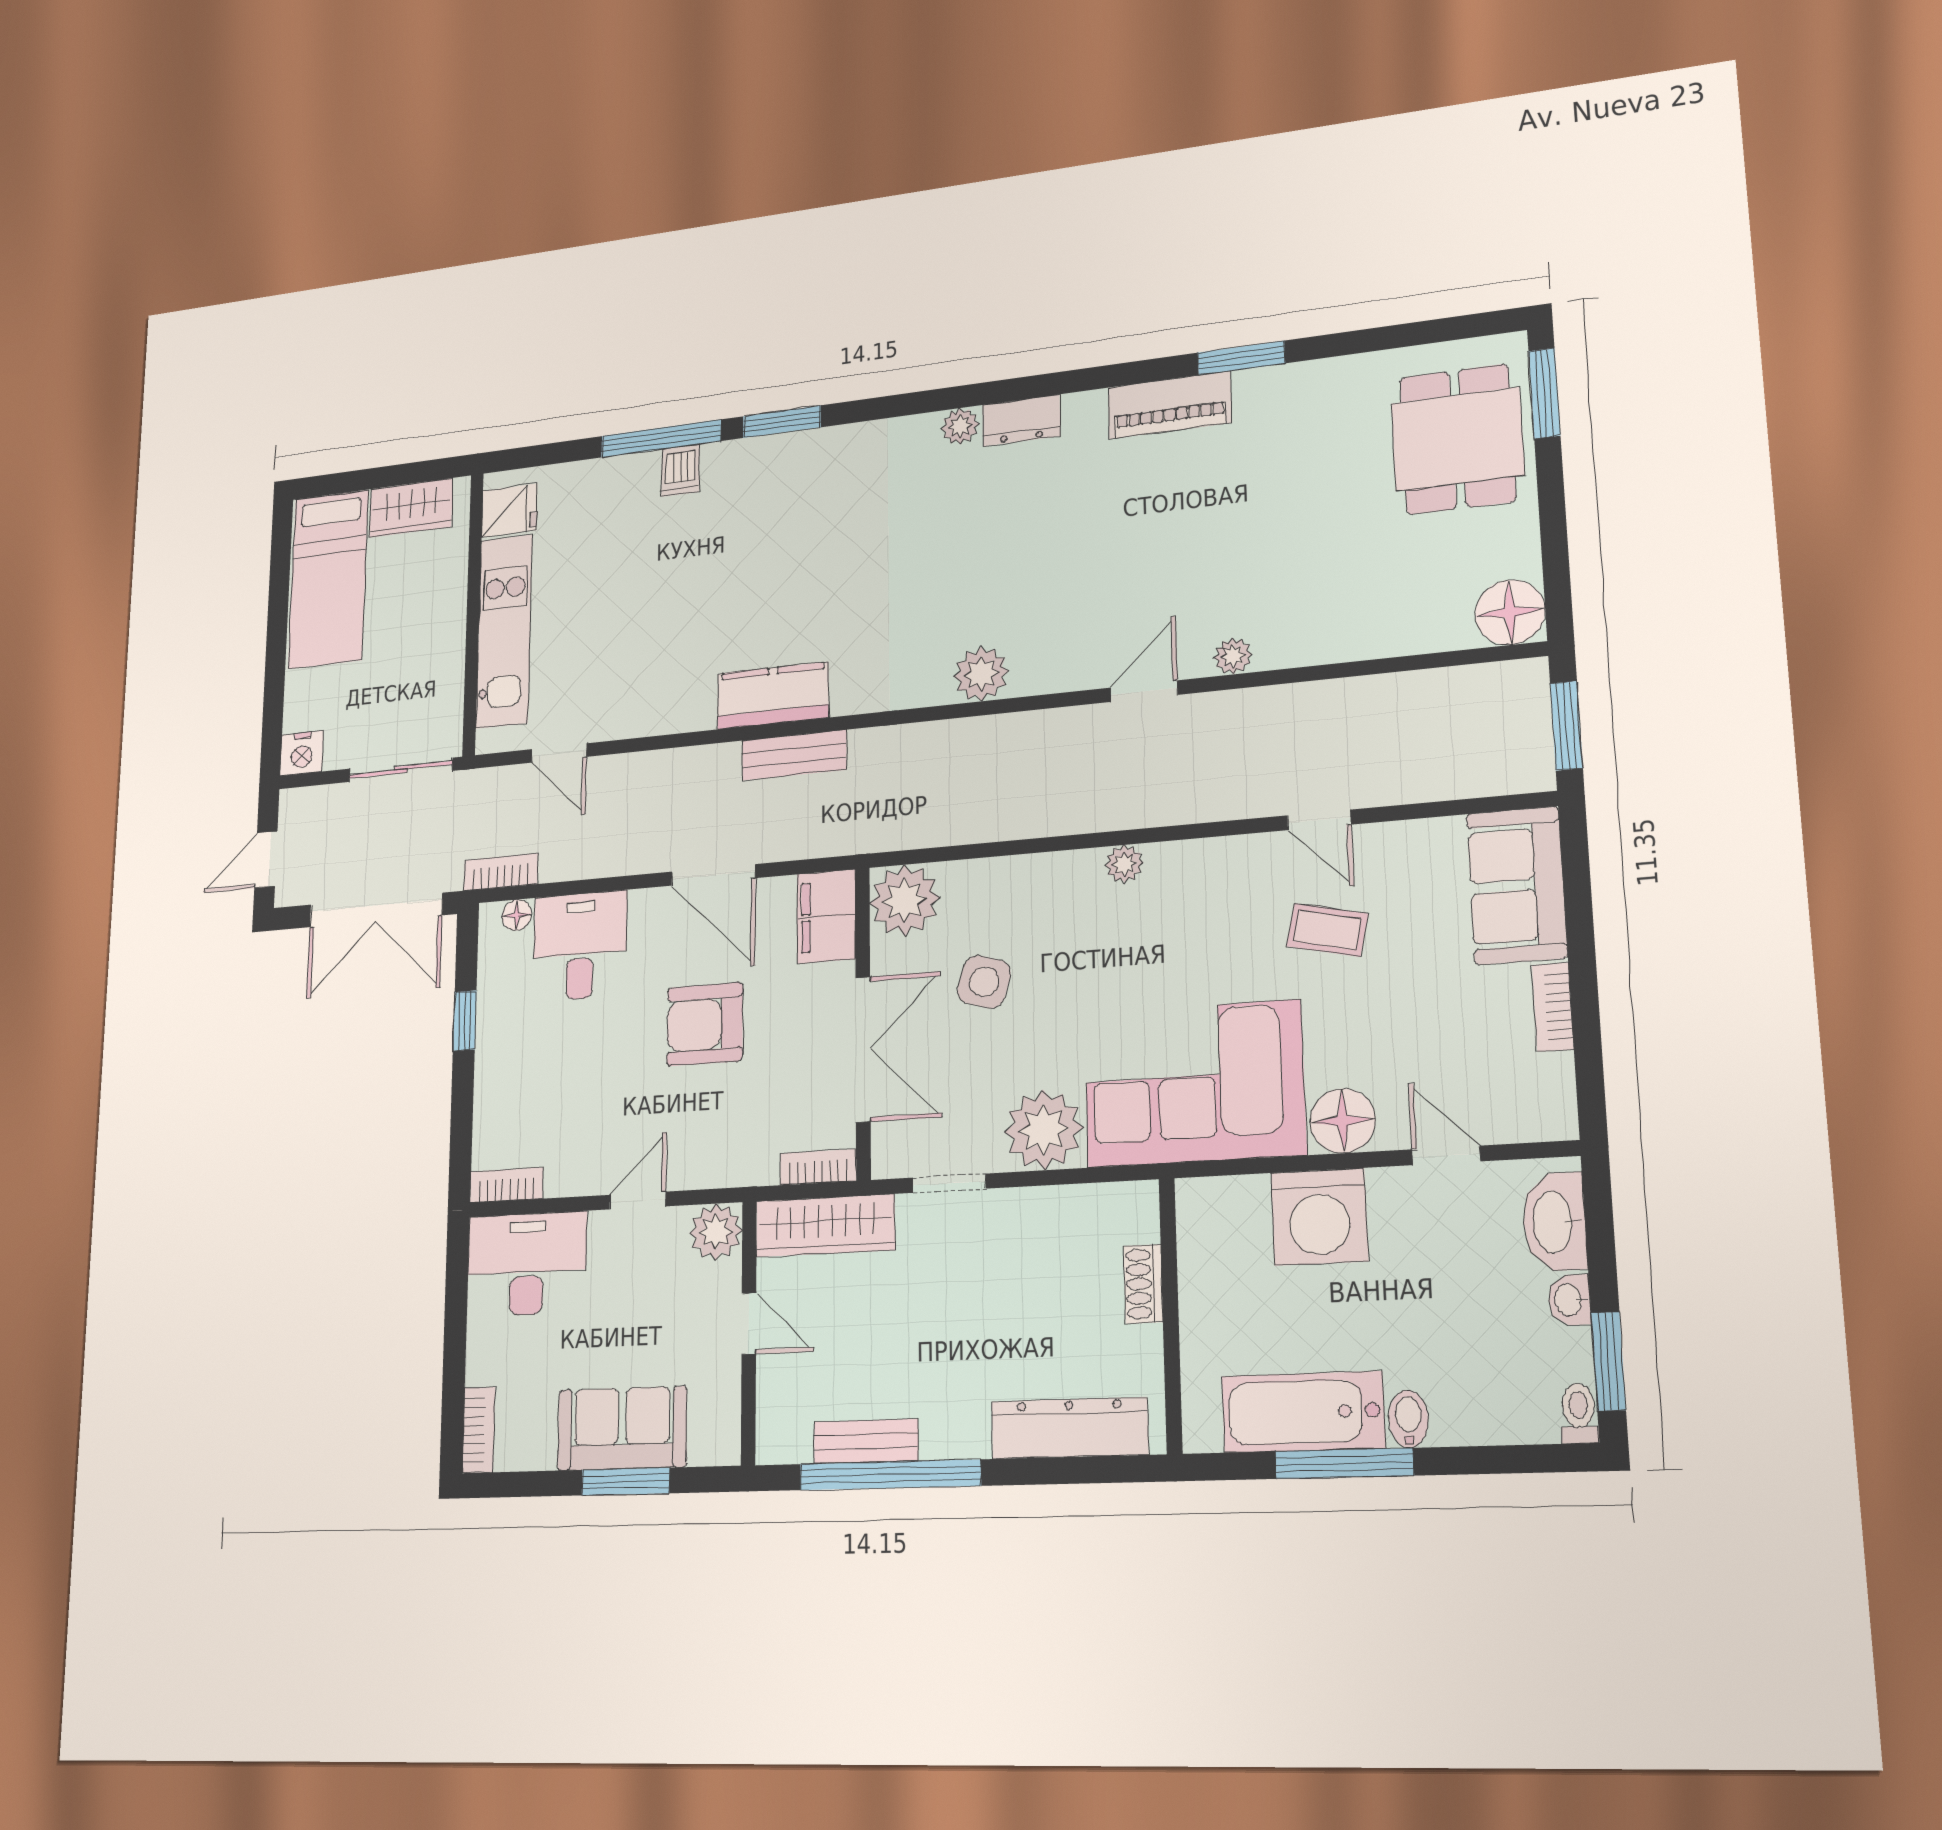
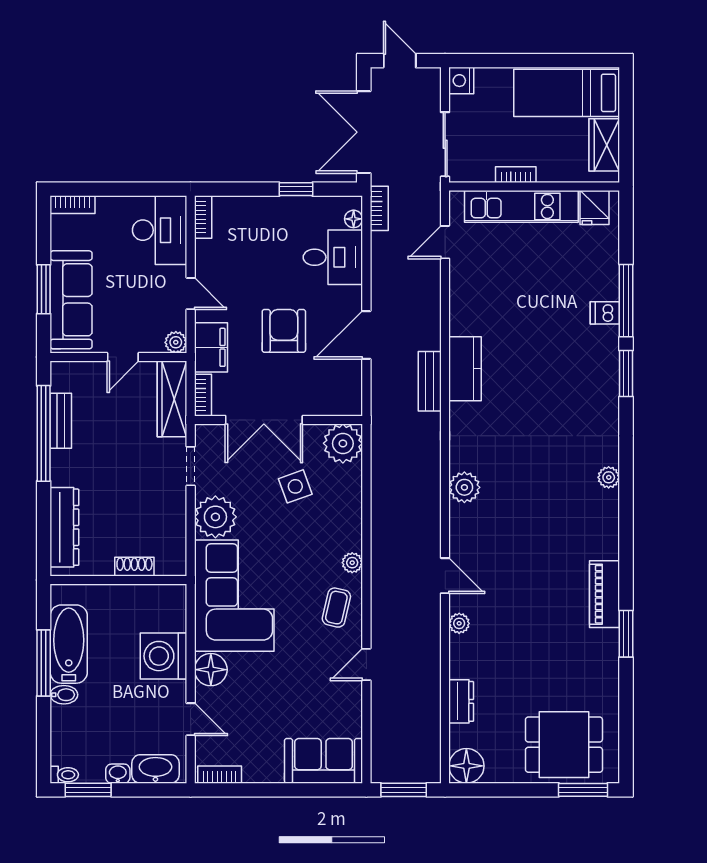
dresser: (1021, 420) -> (461, 701), moved, turned 180
bookcase: (453, 646) -> (516, 175), added
filing cabinet: (826, 916) -> (211, 347), moved, turned 90
coffee table: (1327, 930) -> (336, 608), moved
side table: (984, 982) -> (295, 486), turned -37
bookcase: (1553, 1007) -> (220, 775), moved
door: (1446, 1155) -> (191, 719), hinge flipped
plant: (716, 1232) -> (176, 342), width x0.73, depth x0.73
sofa: (622, 1428) -> (71, 300), width x1.36

